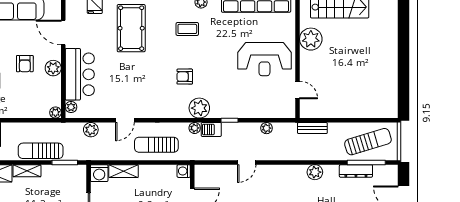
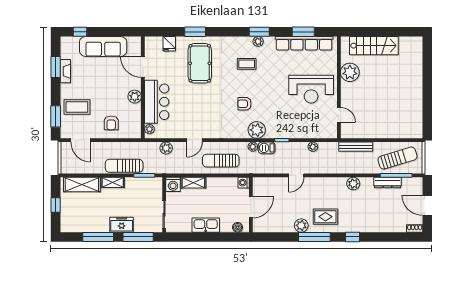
armchair: (25, 64) -> (111, 123), moved
plant: (55, 113) -> (136, 134), removed
bench: (312, 128) -> (356, 147), width x1.36

